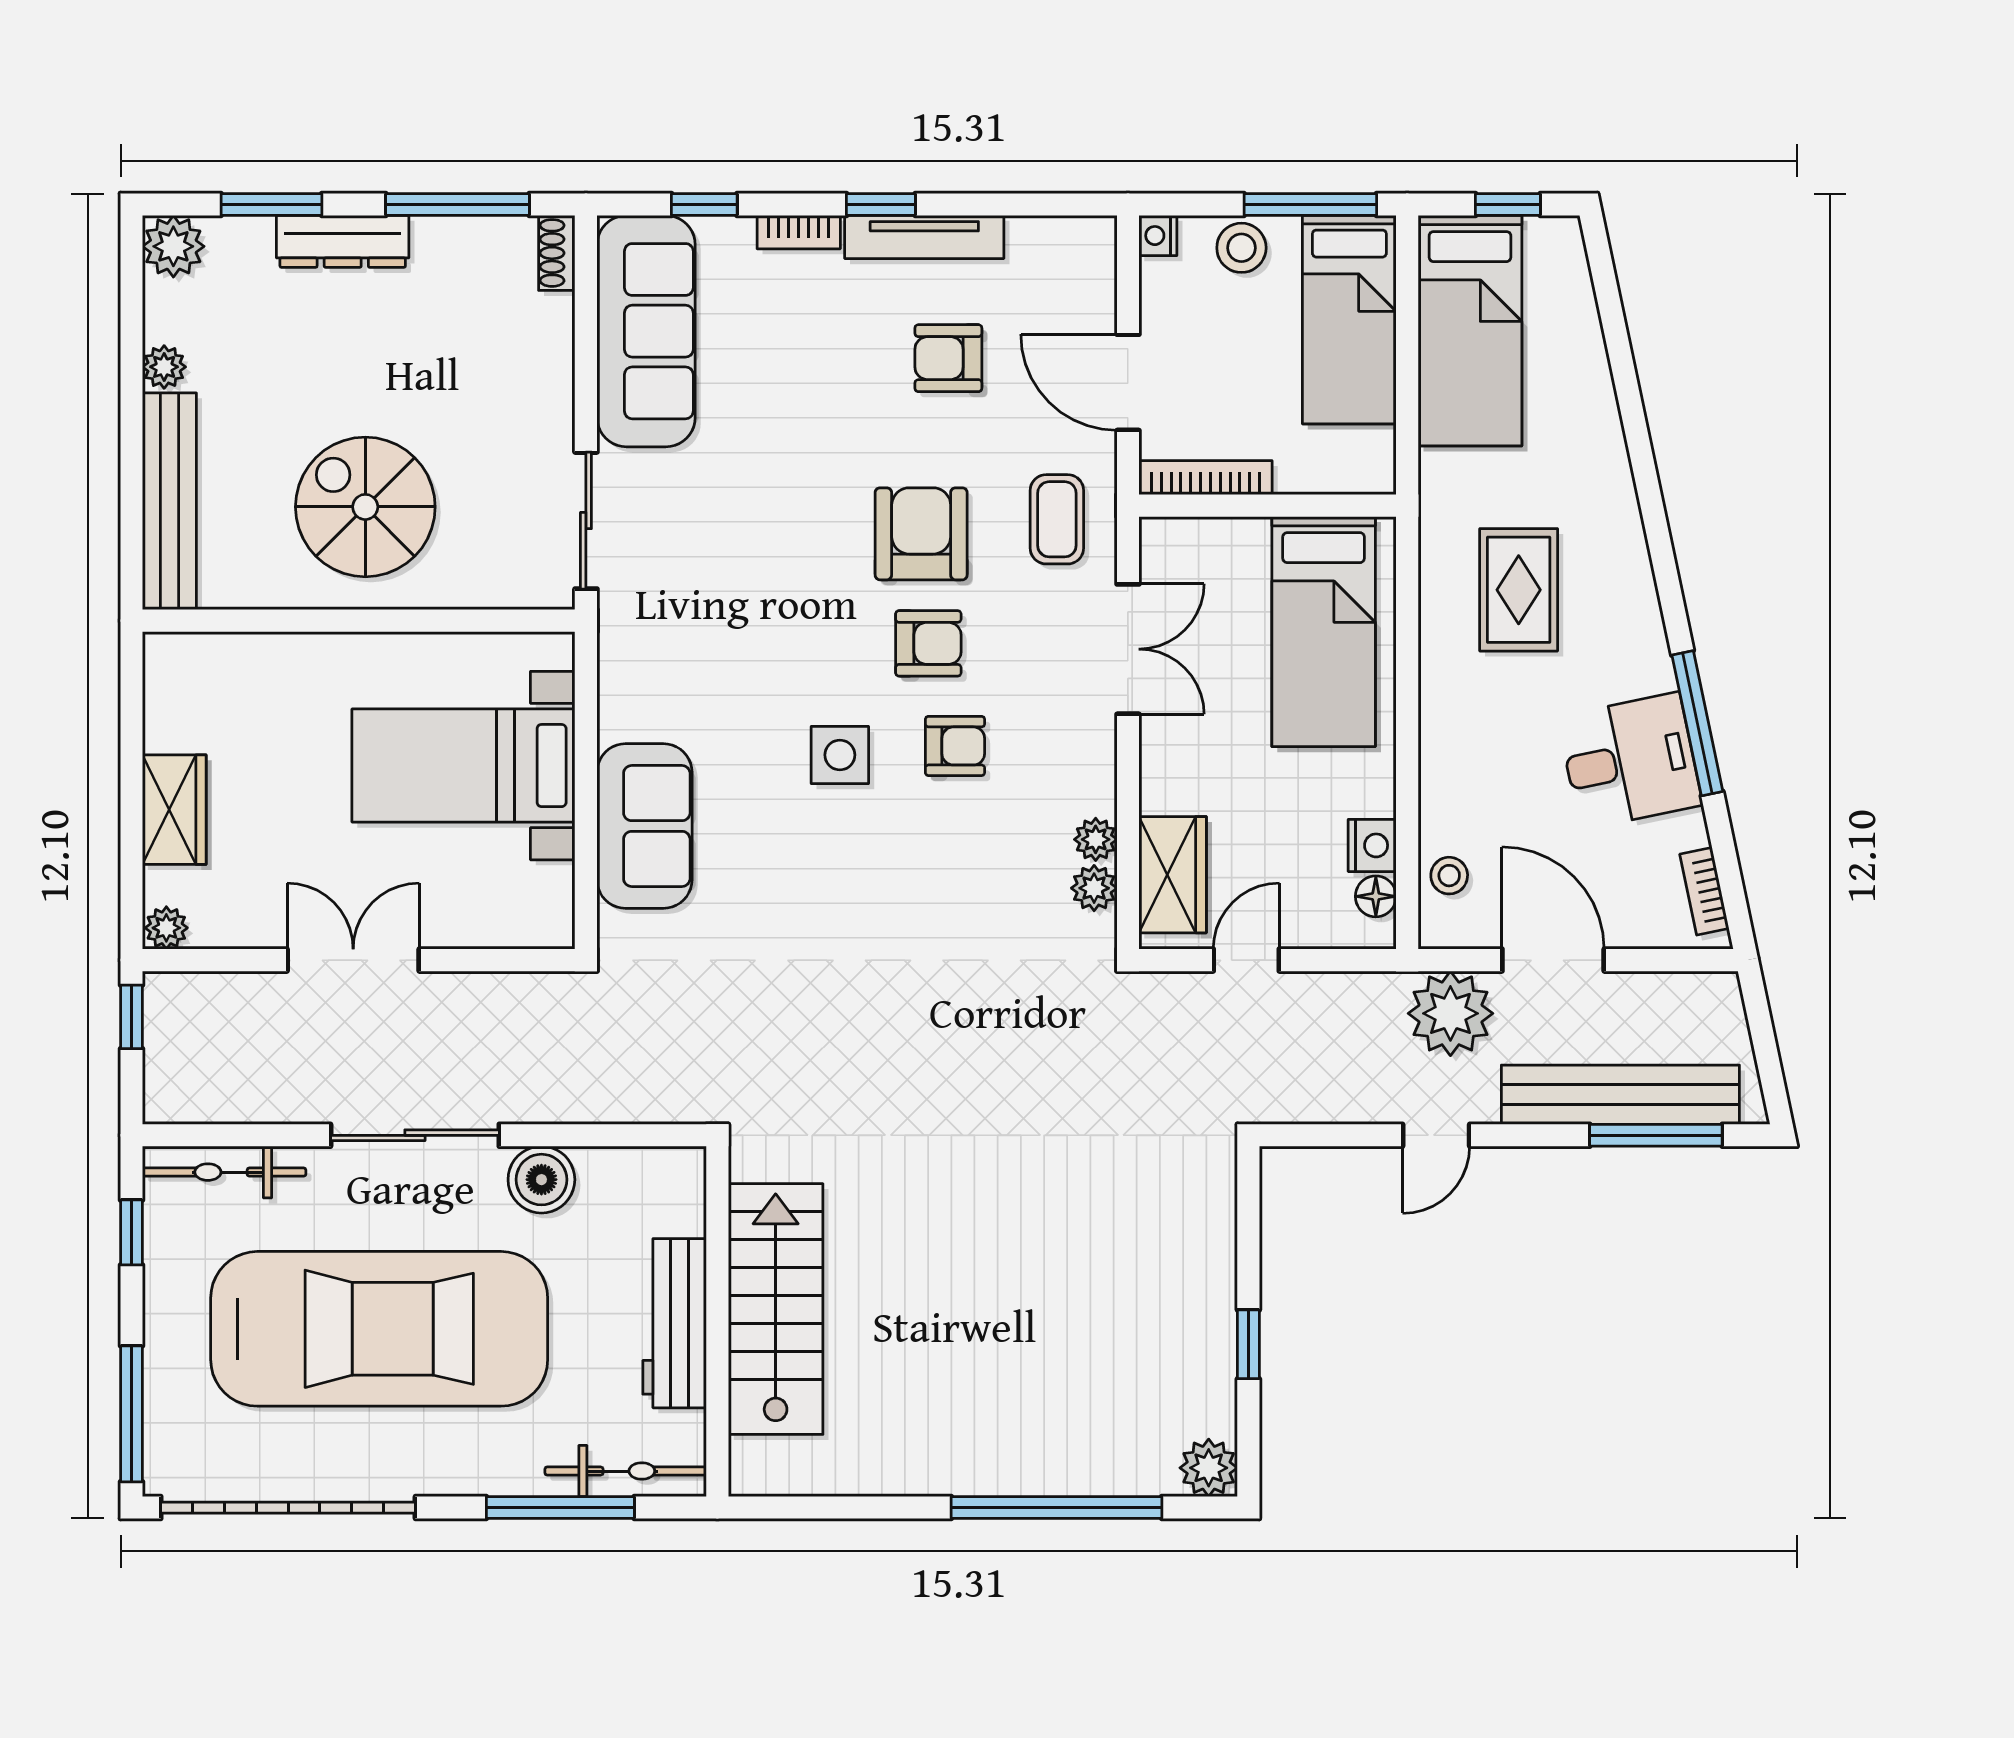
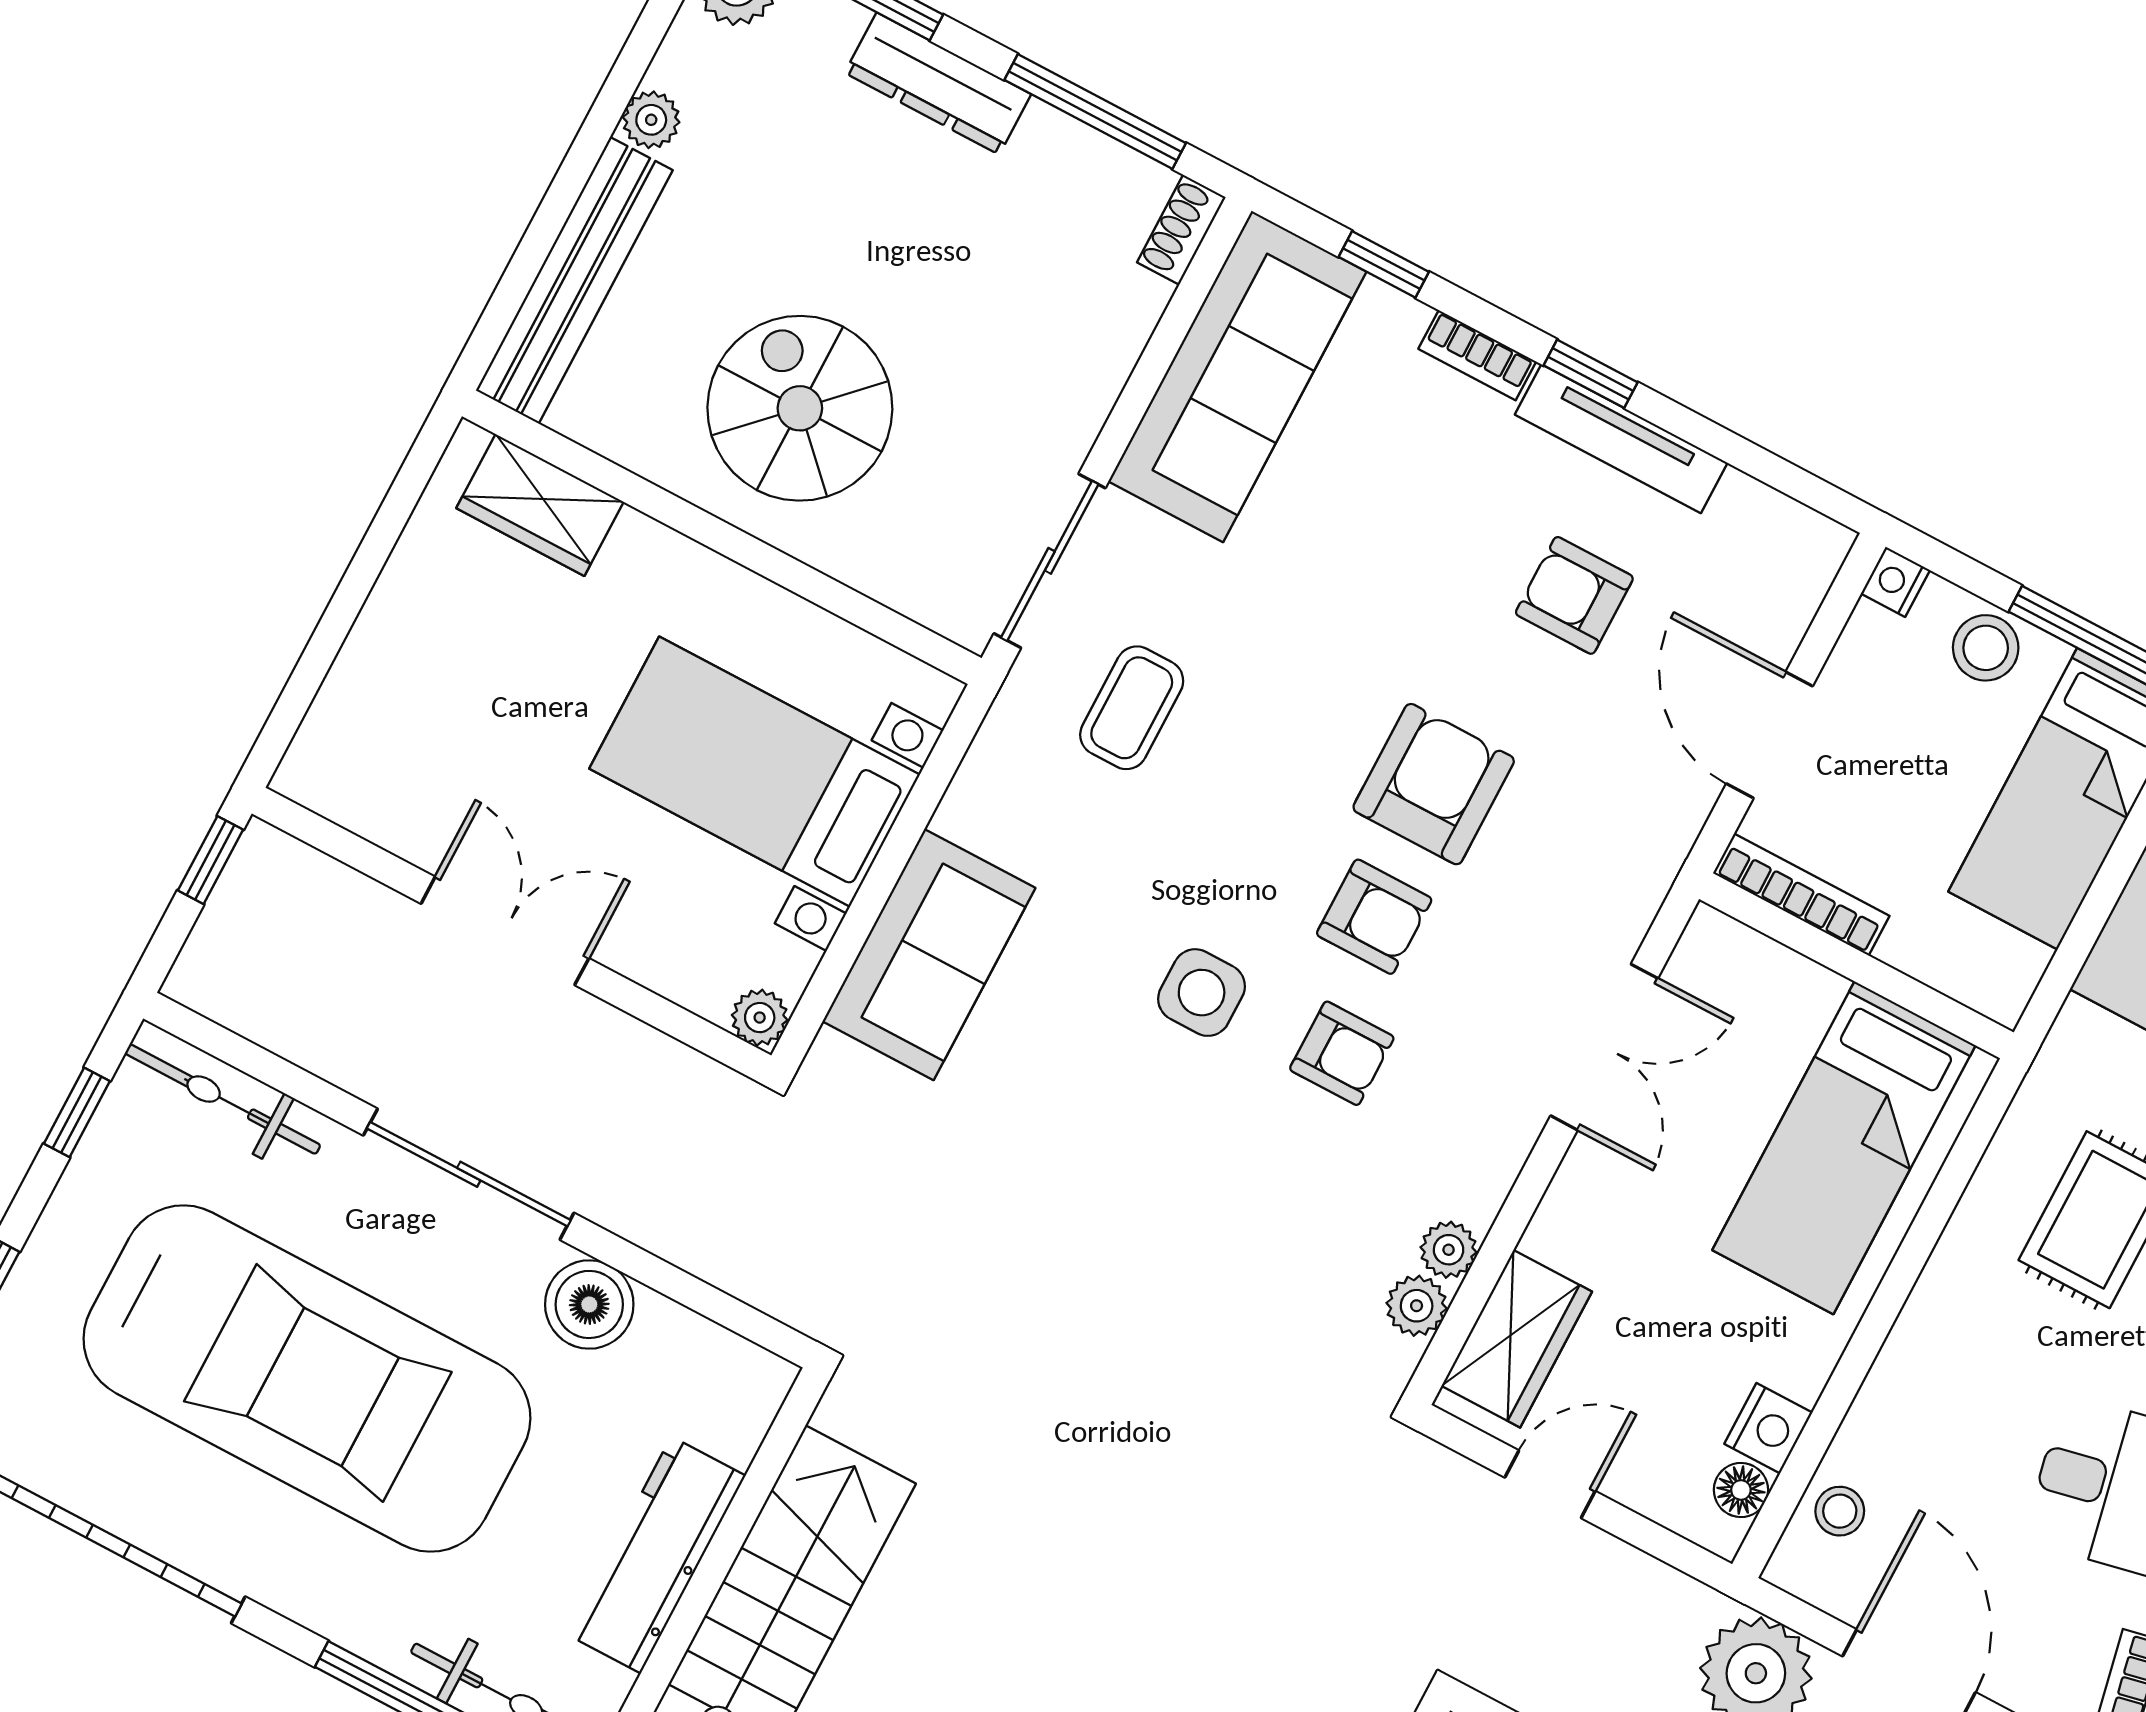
coffee table: (1057, 519) -> (1132, 708), moved
wardrobe: (174, 810) -> (540, 505), moved, turned 90
plant: (166, 928) -> (760, 1018), moved

